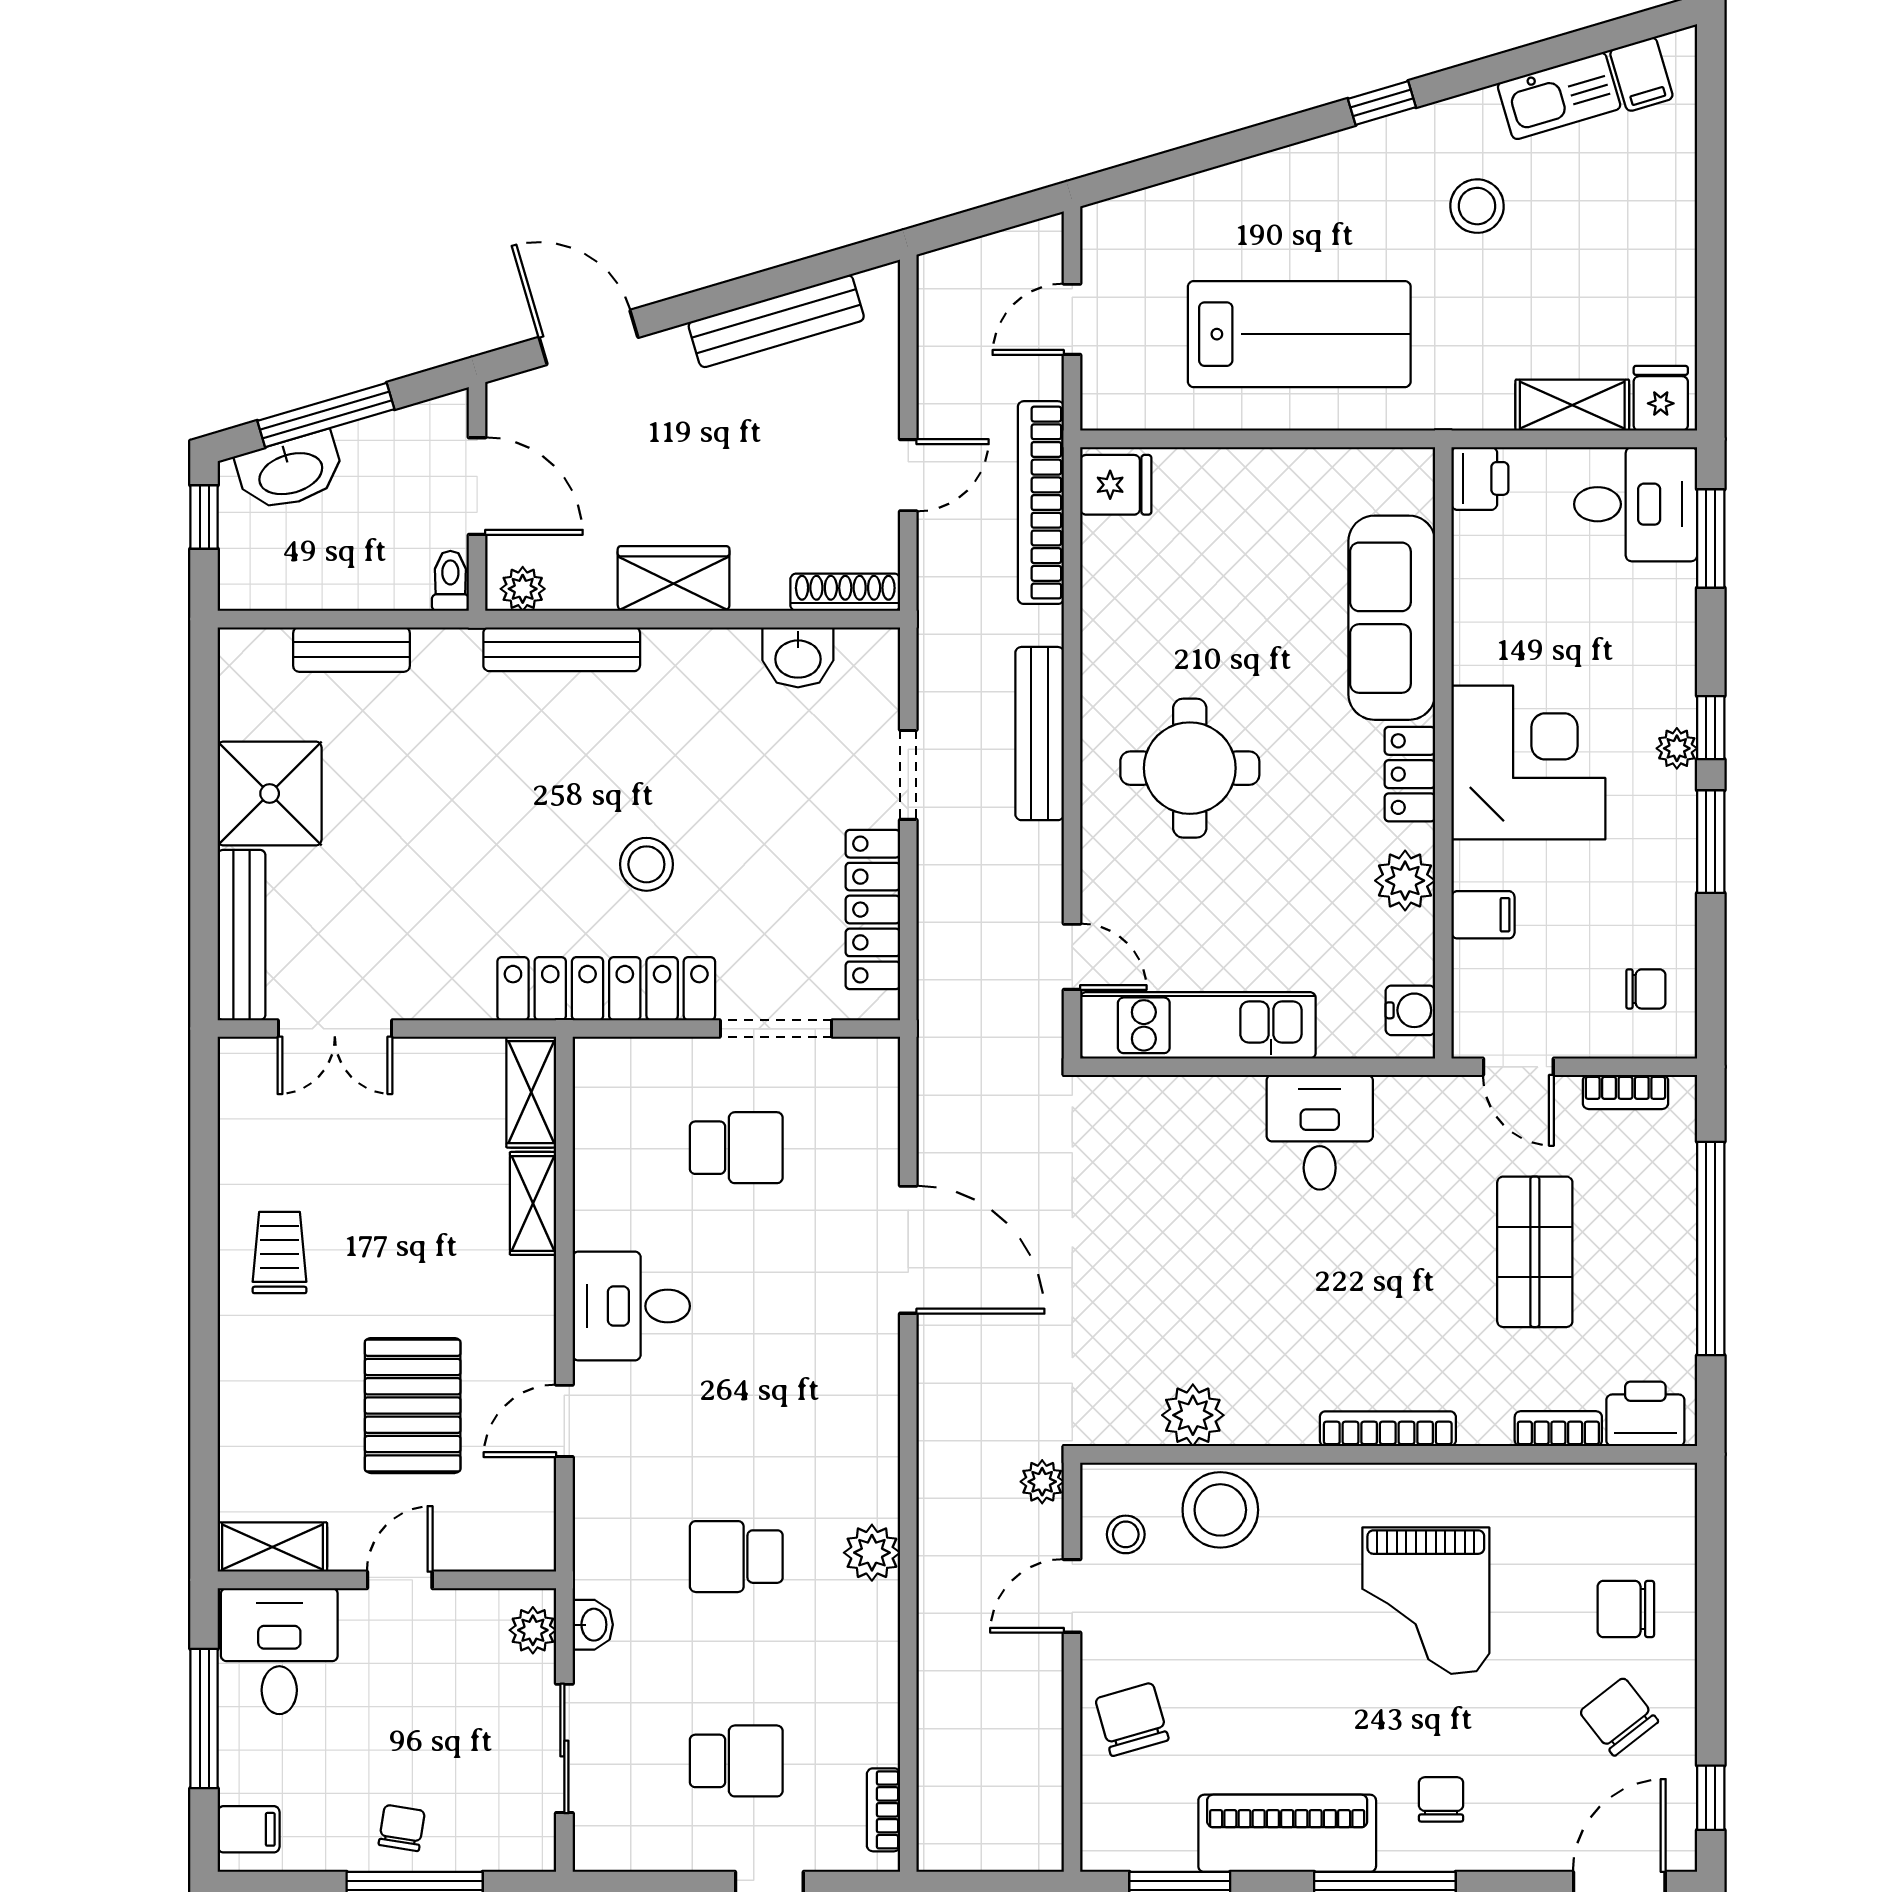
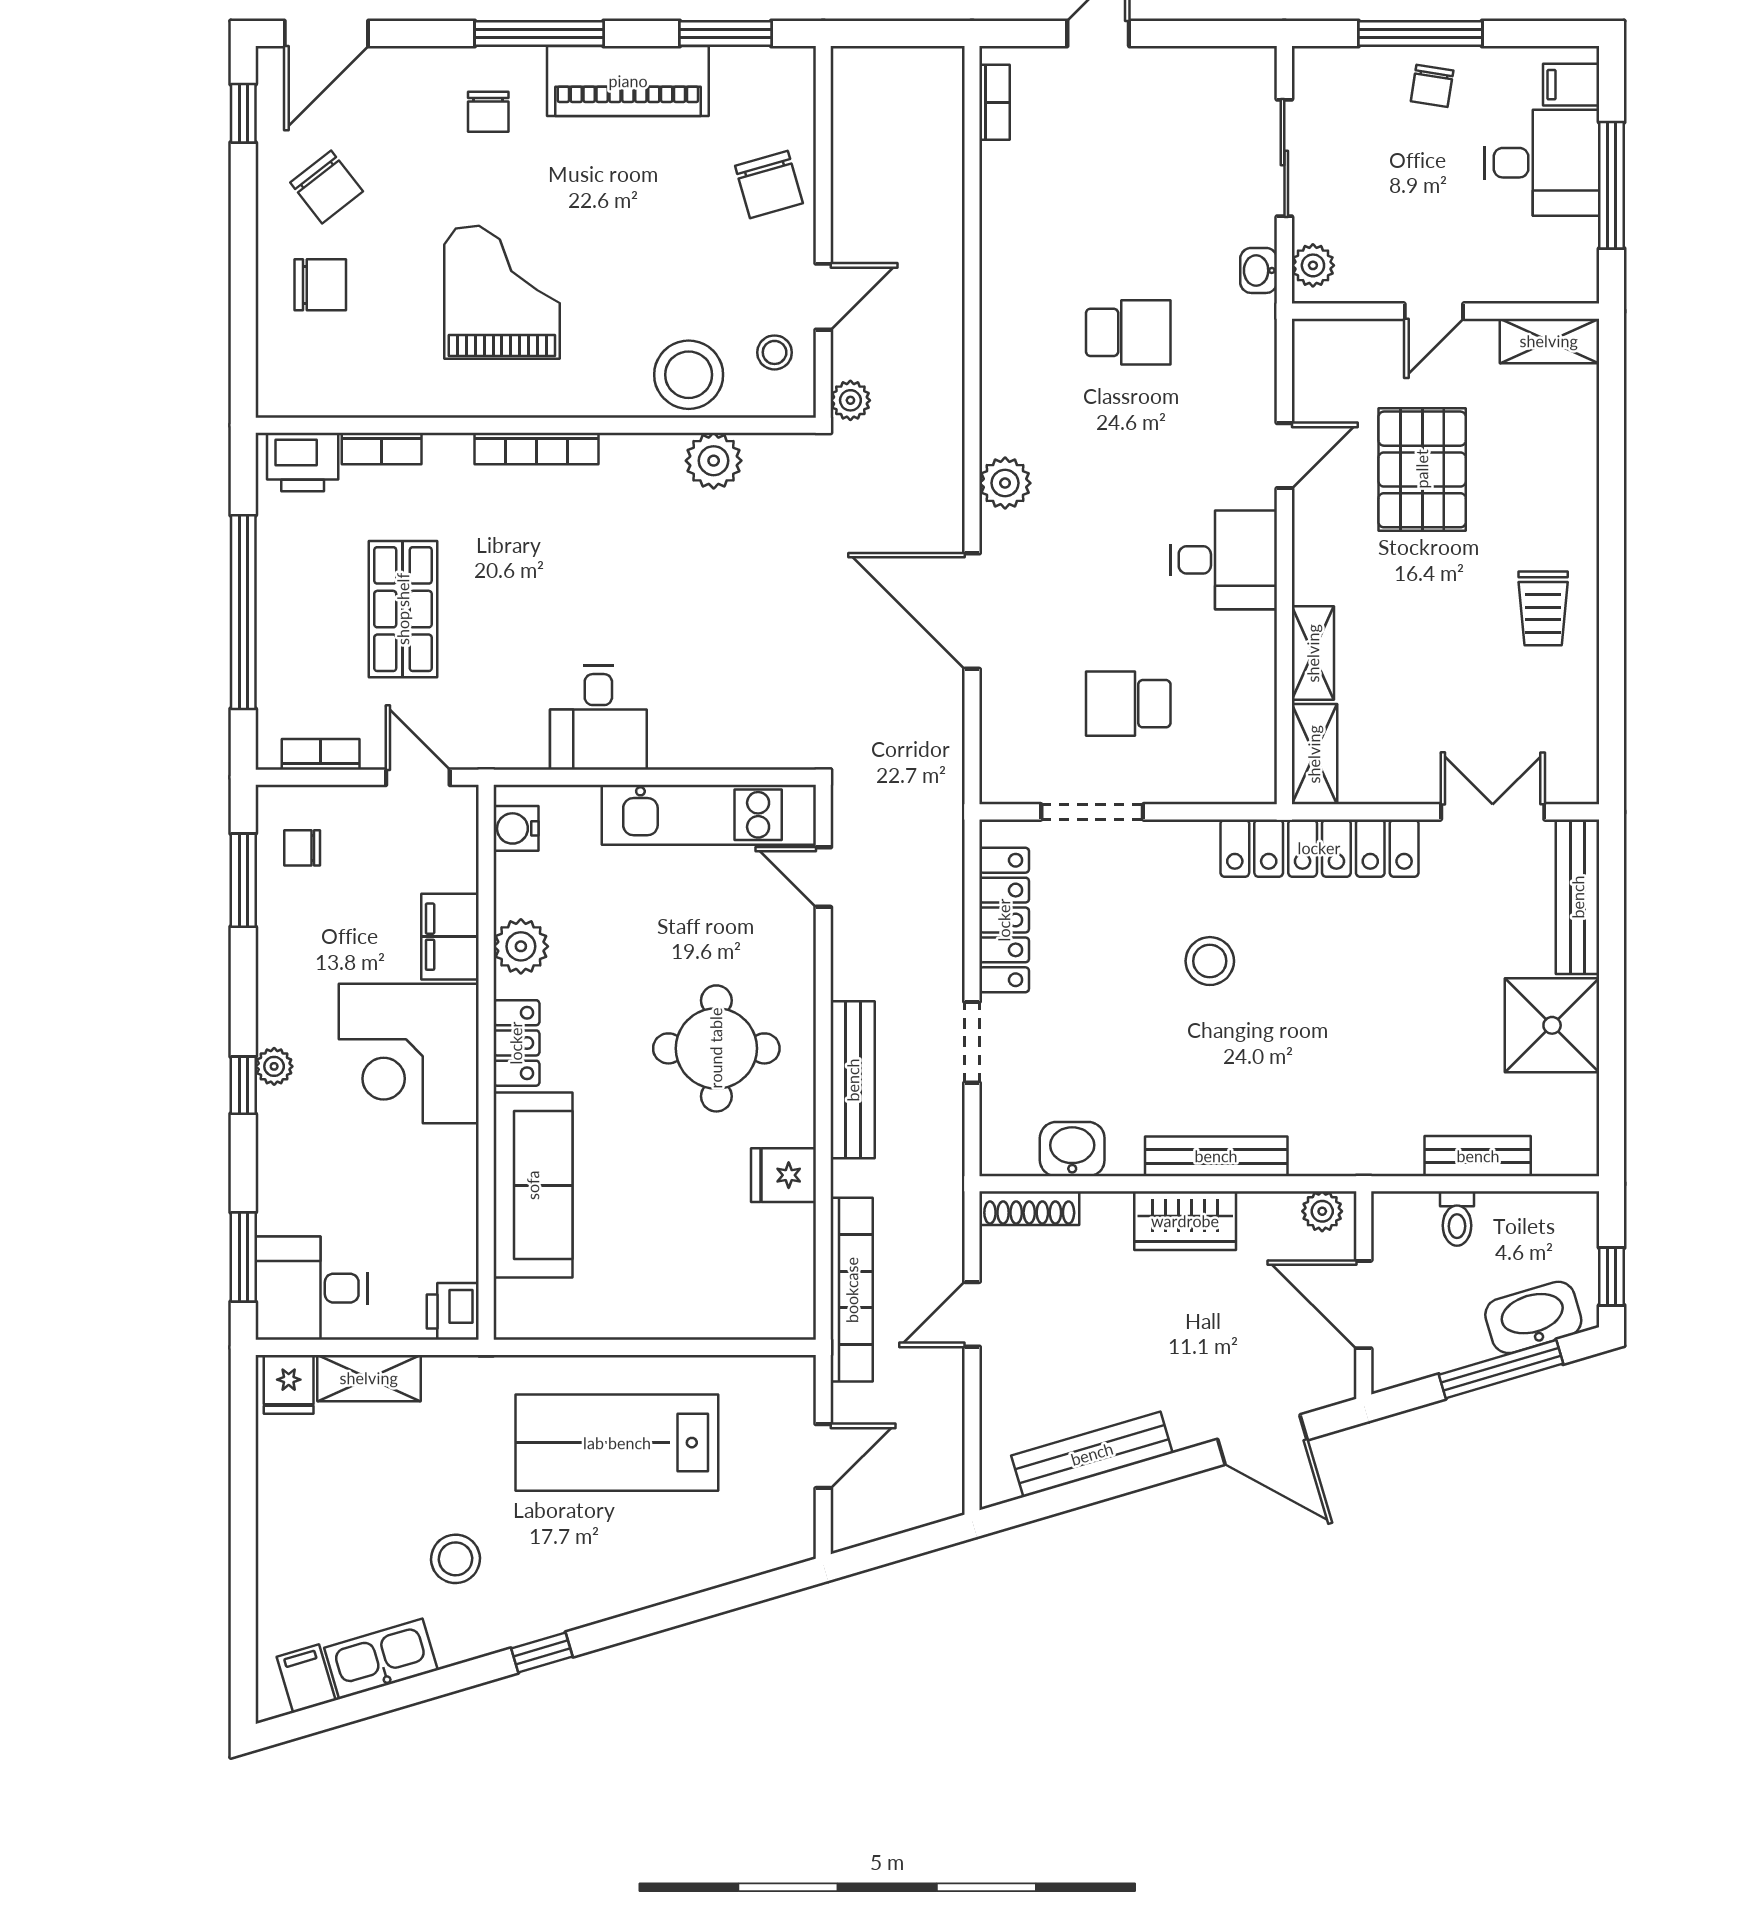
fridge: (1116, 485) -> (784, 1175), moved
toilet: (450, 581) -> (1457, 1218), moved
bench: (562, 649) -> (1216, 1156), moved
window: (1711, 842) -> (243, 880), moved
filing cabinet: (1483, 915) -> (450, 937), width x2.00
locker: (606, 989) -> (1319, 848), moved
plant: (872, 1553) -> (1005, 483), moved
desk: (279, 1651) -> (1542, 163), moved, turned -90
school desk: (736, 1761) -> (1128, 147), removed

